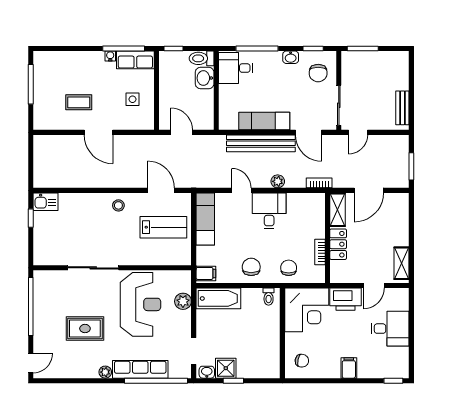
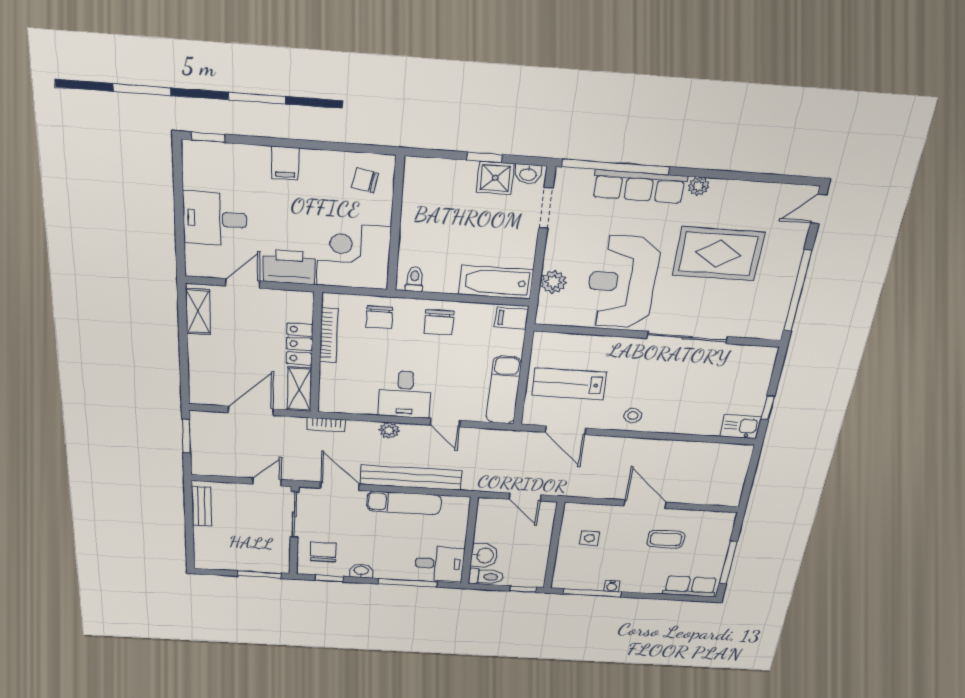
row of seats: (135, 60) -> (690, 586), moved
bookcase: (320, 252) -> (329, 335), width x1.56
rug: (85, 329) -> (718, 254), width x1.36, depth x1.43

